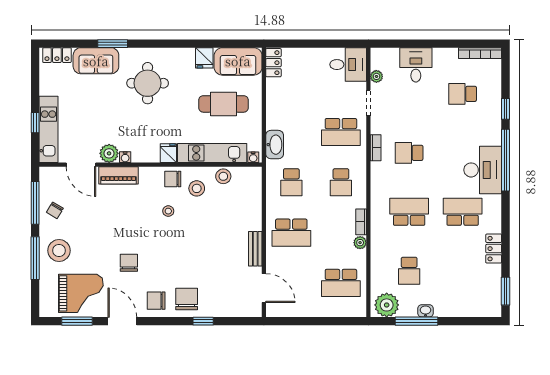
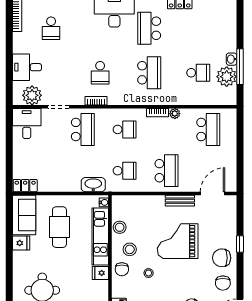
plant: (376, 76) -> (32, 95), width x1.88, depth x1.88
school desk: (409, 212) -> (149, 73), turned 180
grand piano: (207, 246) -> (178, 241), added
plant: (387, 305) -> (227, 77), moved

